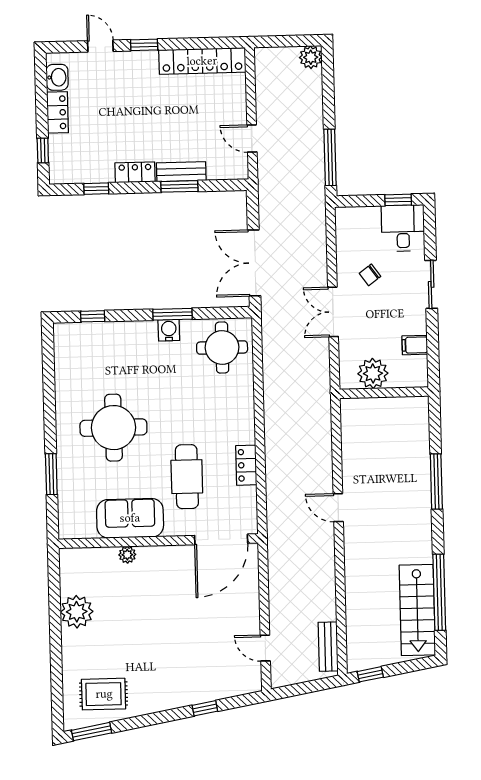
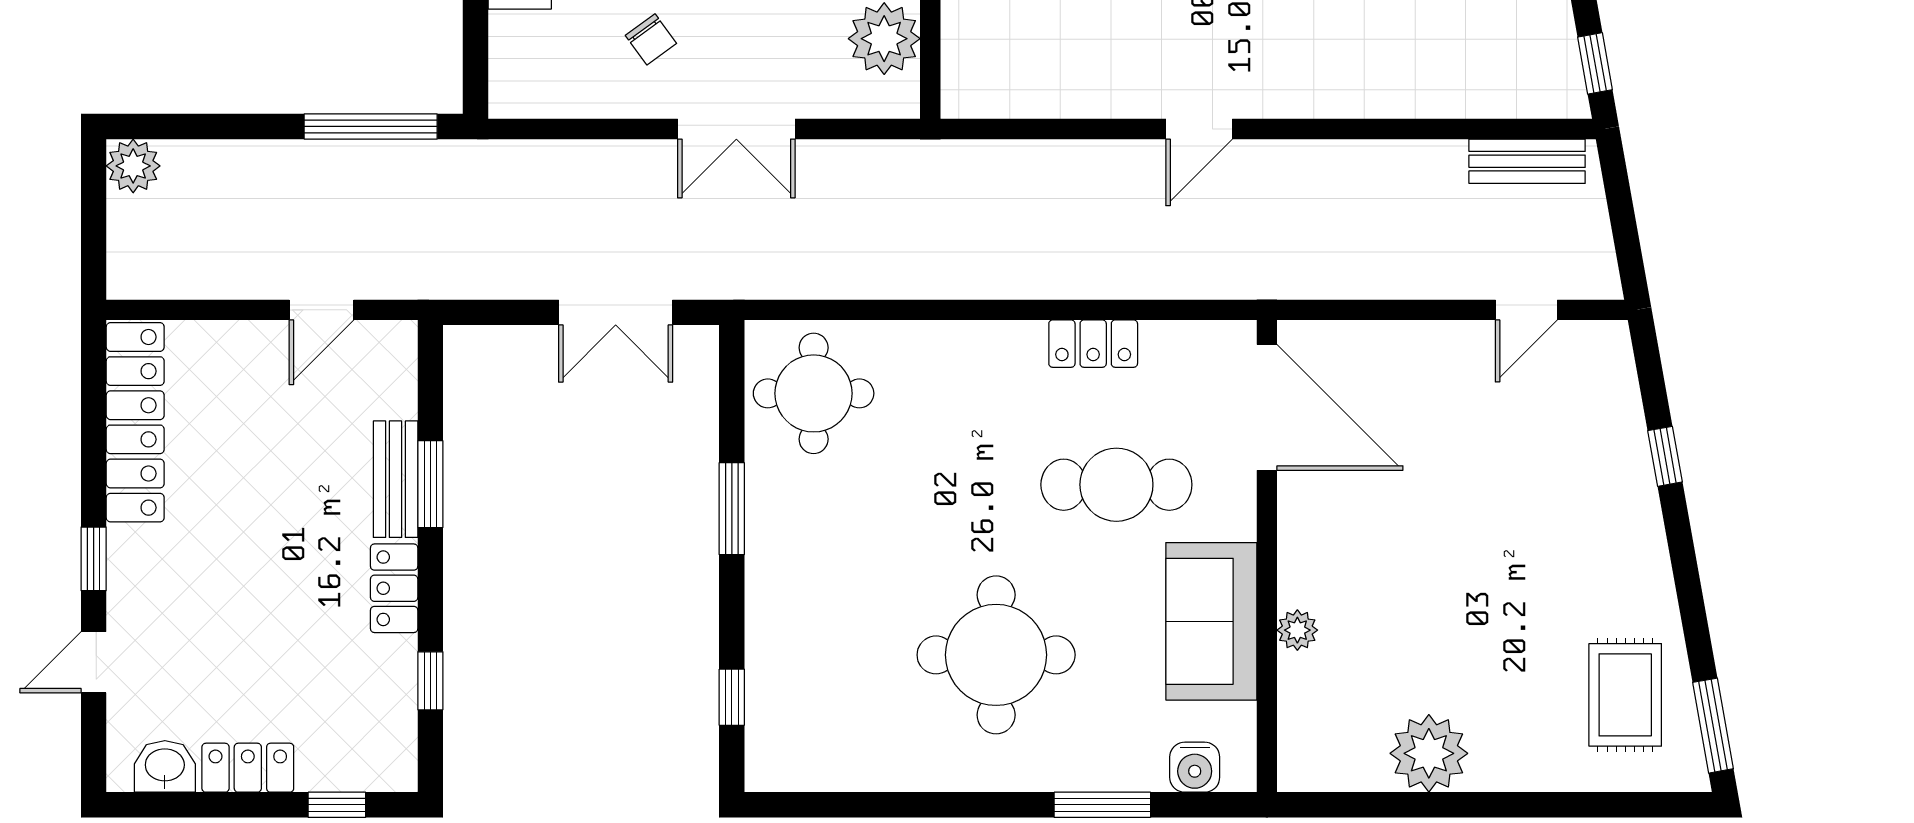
double door: (254, 263) -> (616, 312), width x0.73
water cooler: (169, 330) -> (1195, 767), moved, turned -90

